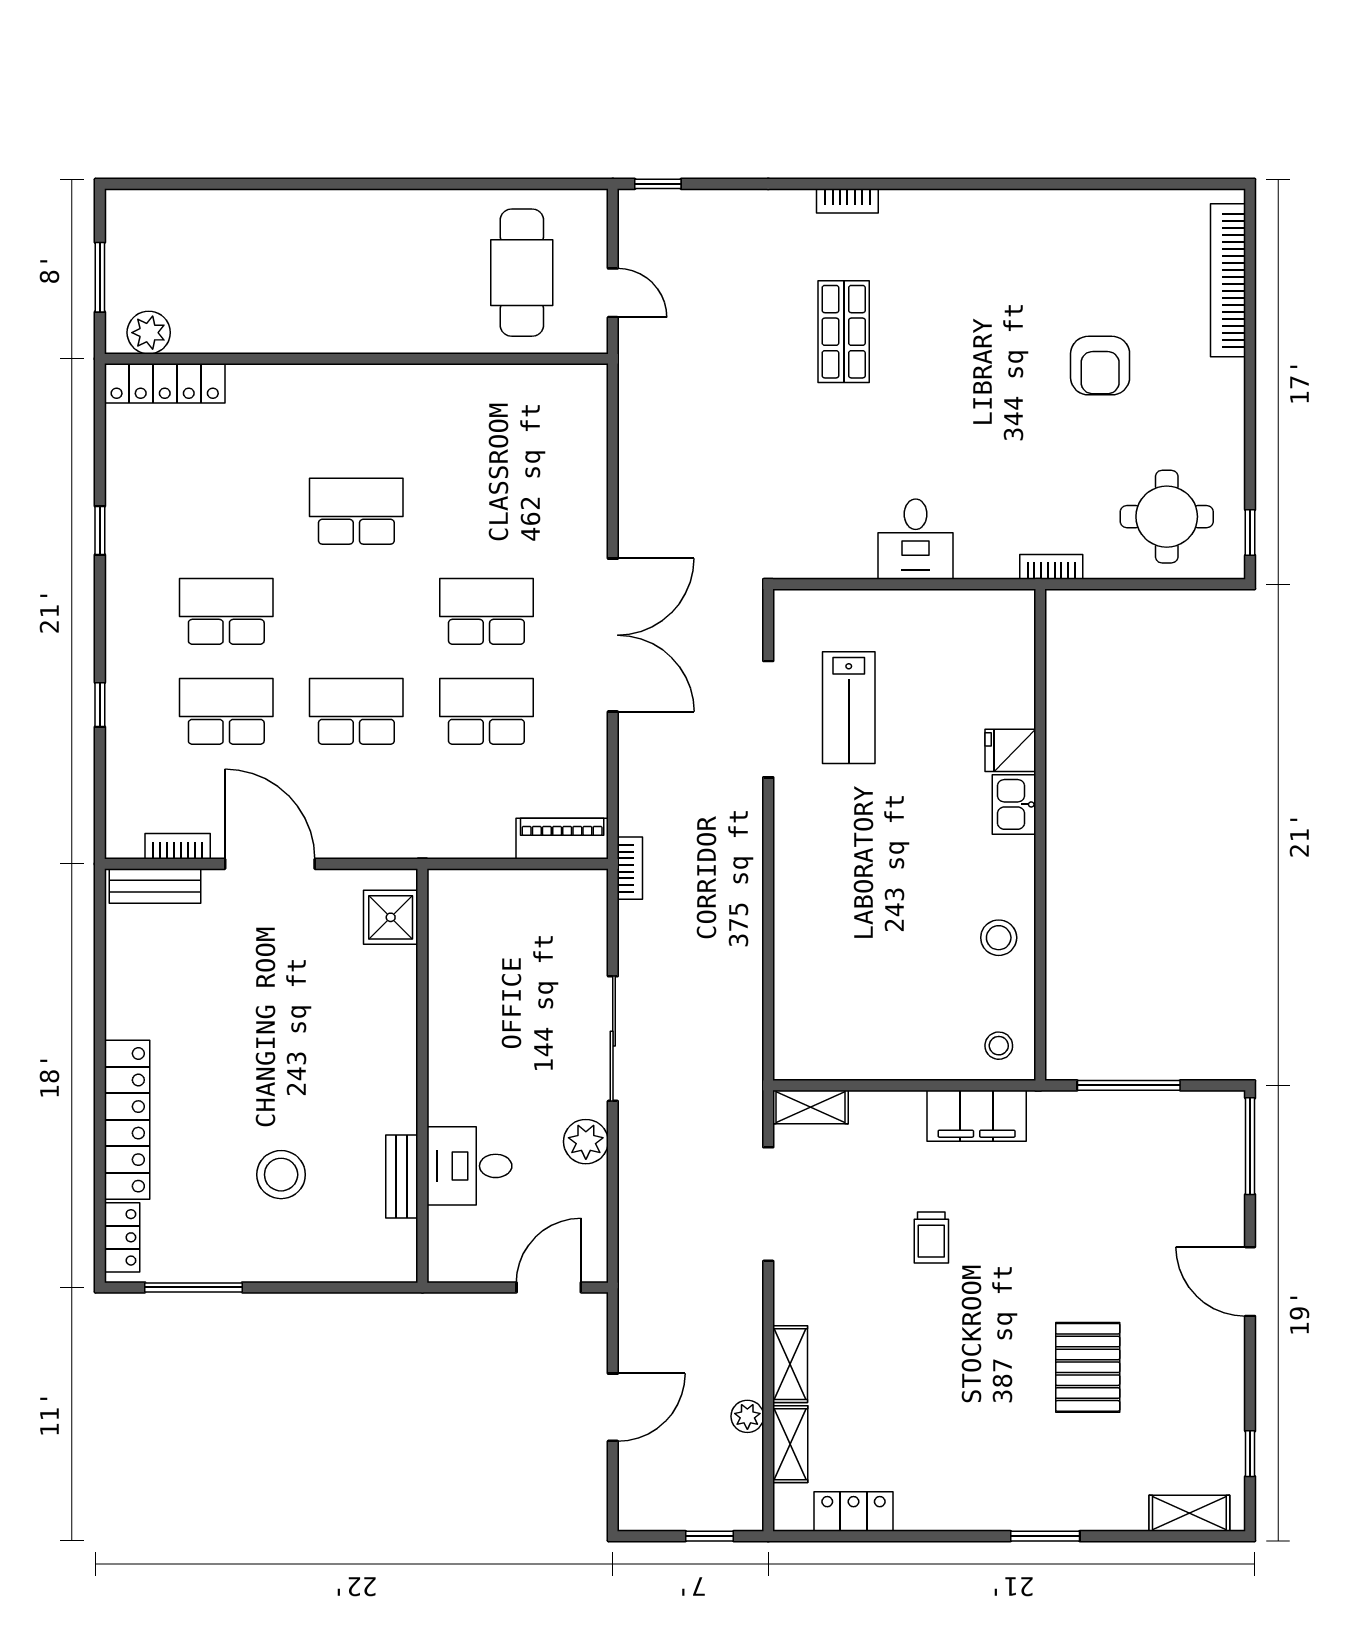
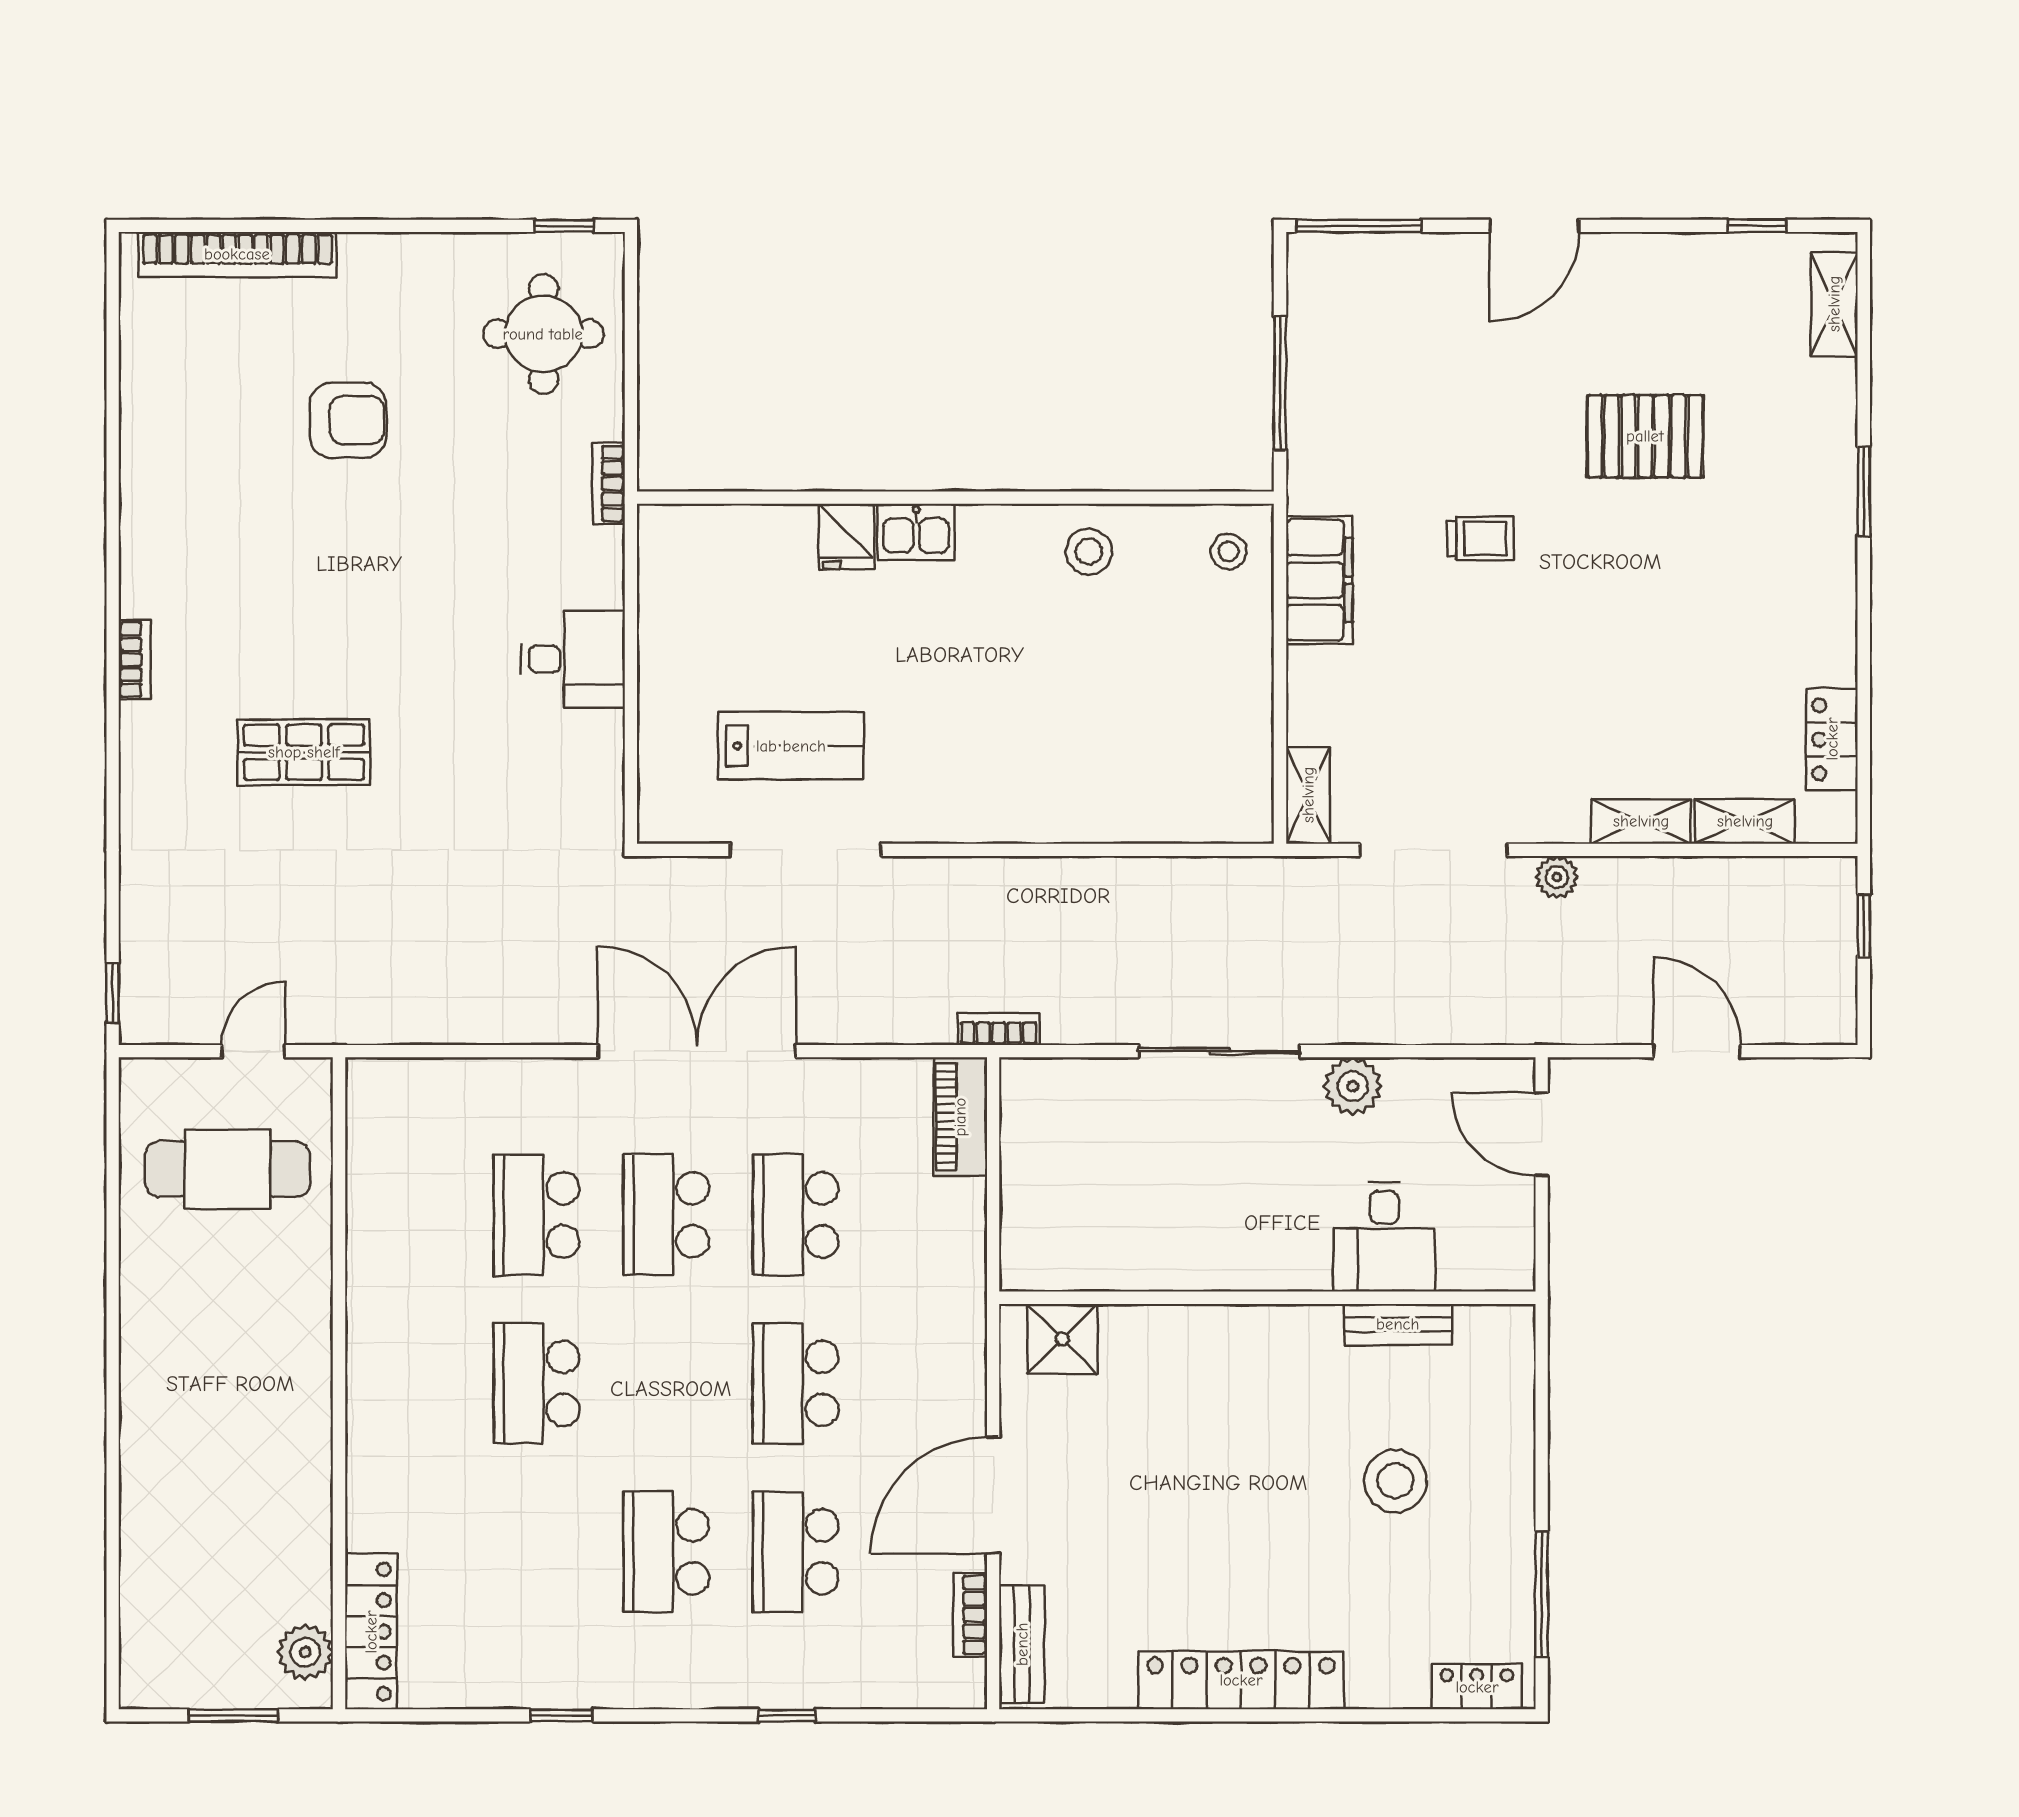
bookcase: (847, 201) -> (135, 660), moved
school desk: (486, 511) -> (537, 1215), added
locker: (127, 1120) -> (1241, 1680), moved
trolley: (931, 1238) -> (1480, 538), moved
plant: (747, 1416) -> (1557, 877), moved

